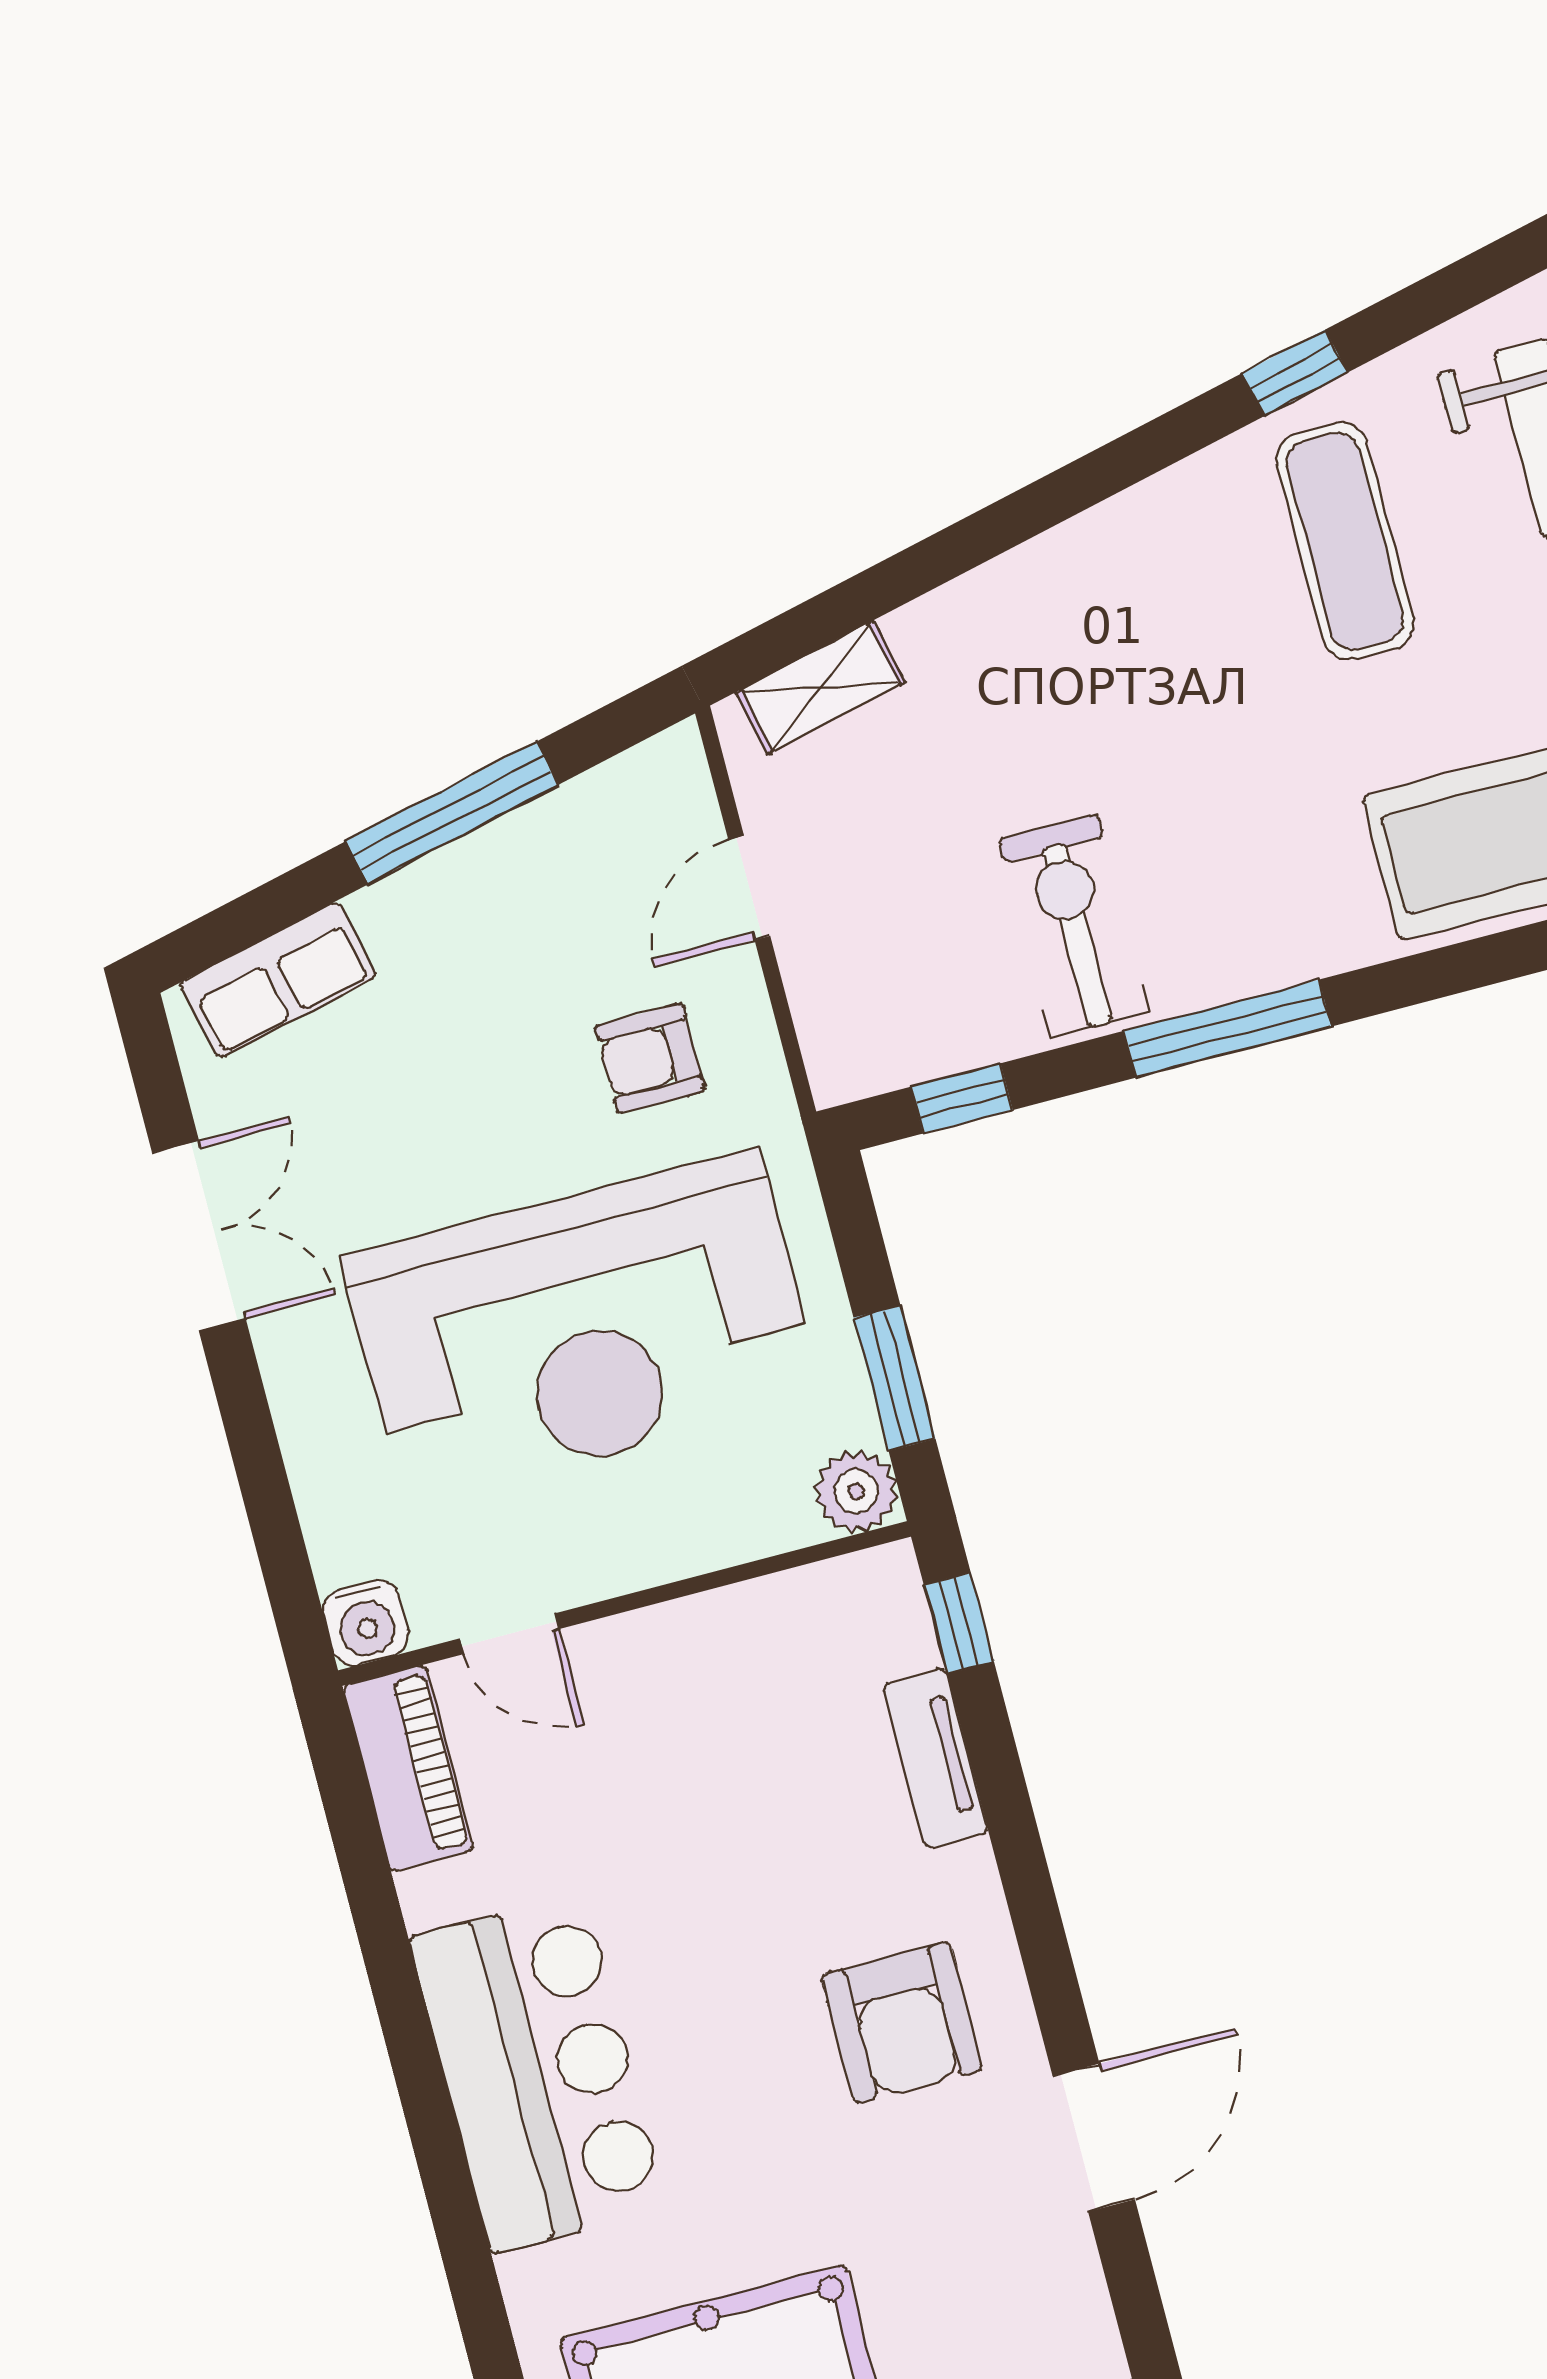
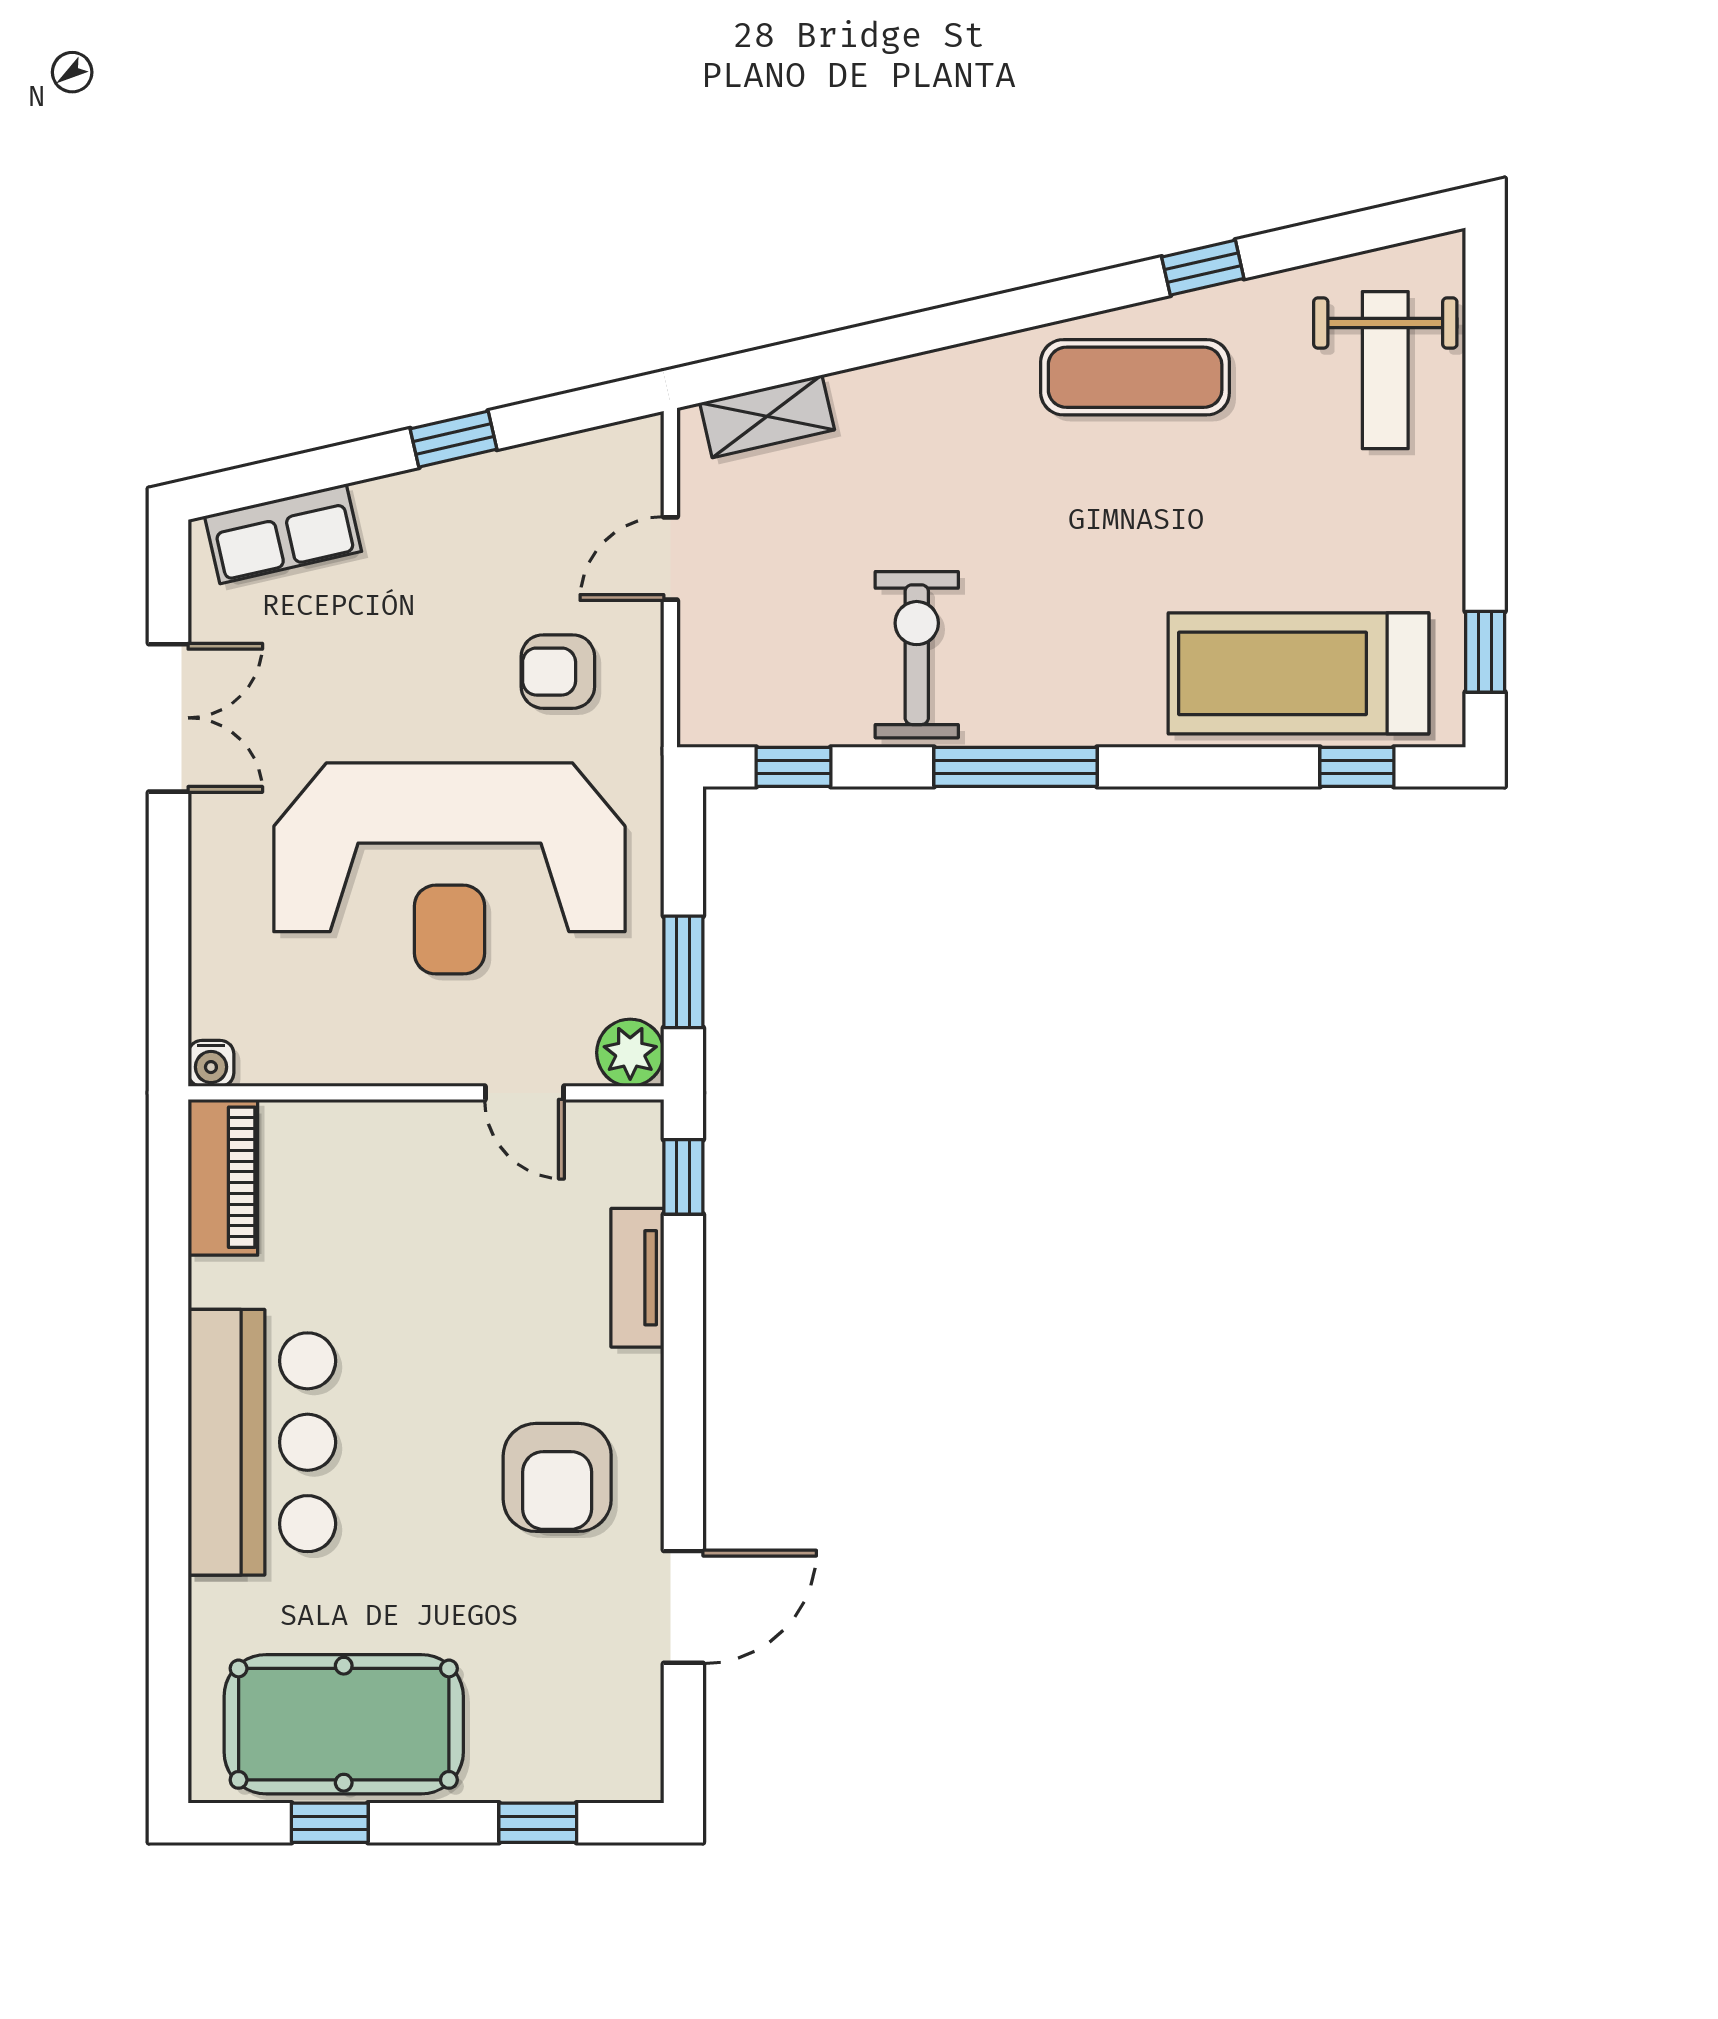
exercise mat: (1345, 541) -> (1135, 377), moved, turned 90
window: (452, 813) -> (453, 439), width x0.46
water cooler: (366, 1622) -> (211, 1063), width x0.72, depth x0.72
door: (509, 1634) -> (524, 1093), moved

